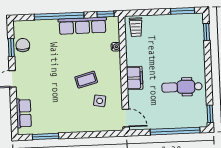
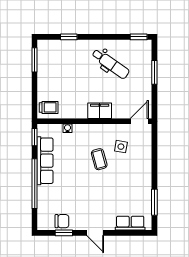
window: (207, 32) -> (69, 37), moved
chair: (23, 45) -> (62, 221), turned 180
dental chair: (182, 87) -> (111, 64), turned -55
window: (175, 131) -> (154, 72), width x0.47

